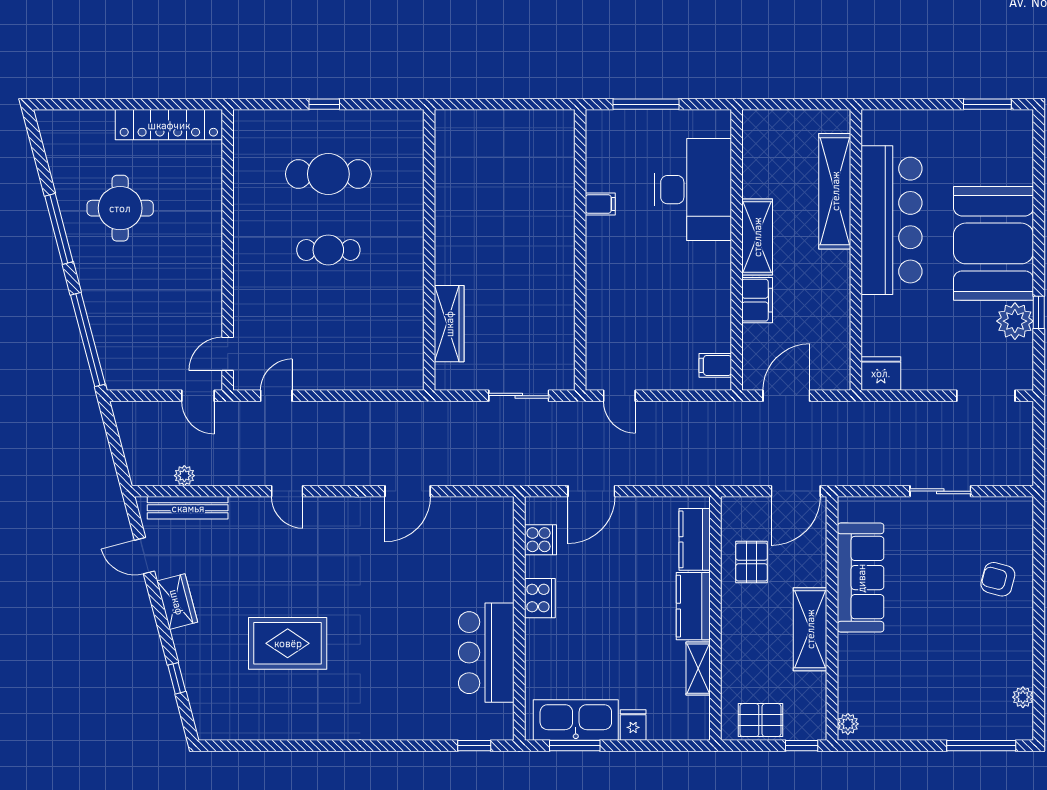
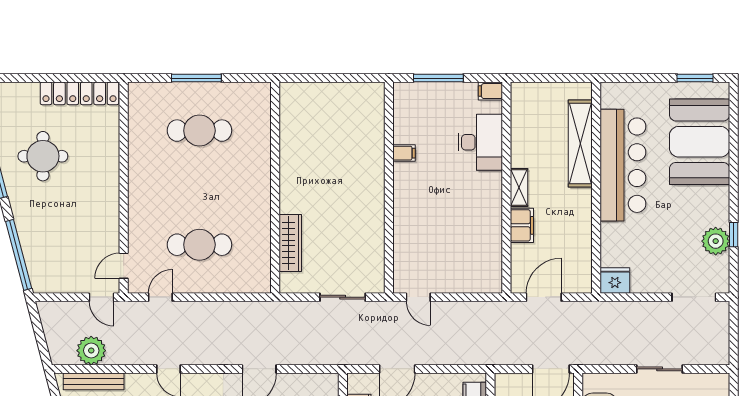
window: (324, 104) -> (196, 78), width x2.17
desk: (693, 190) -> (480, 142), width x0.73, depth x0.77
shelving: (757, 237) -> (519, 187), width x0.67, depth x0.75
booth: (994, 243) -> (700, 142), moved
cafe table: (328, 250) -> (199, 245), moved, width x1.37, depth x1.35
filing cabinet: (715, 365) -> (490, 91), moved
plant: (184, 476) -> (91, 351), width x1.87, depth x1.87

